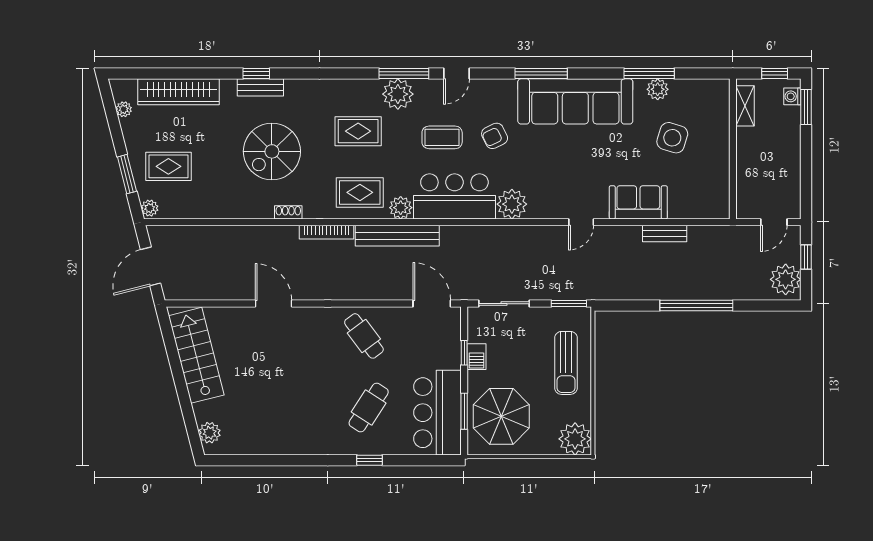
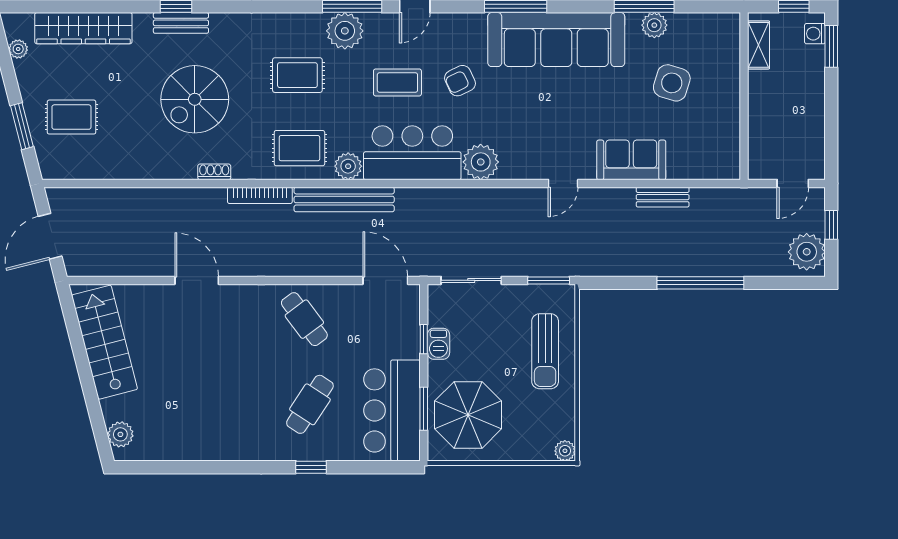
plant: (150, 208) -> (49, 167), removed
plant: (575, 439) -> (565, 451), width x0.53, depth x0.53

